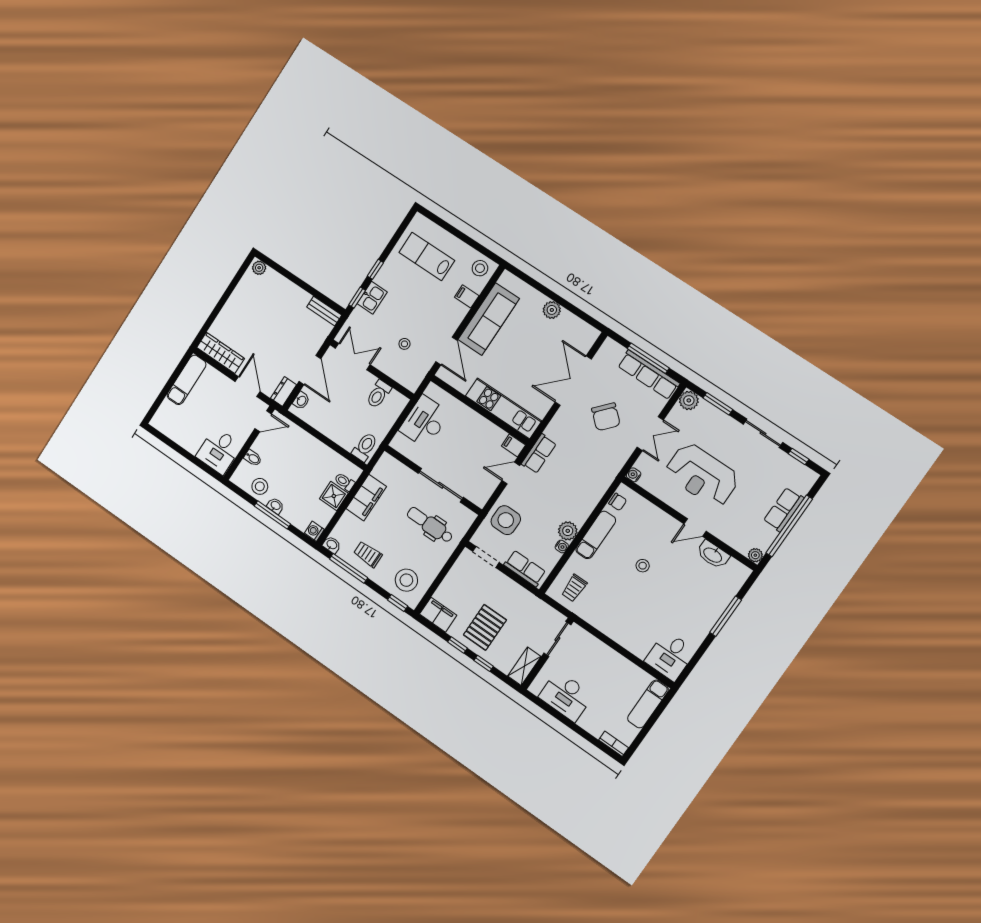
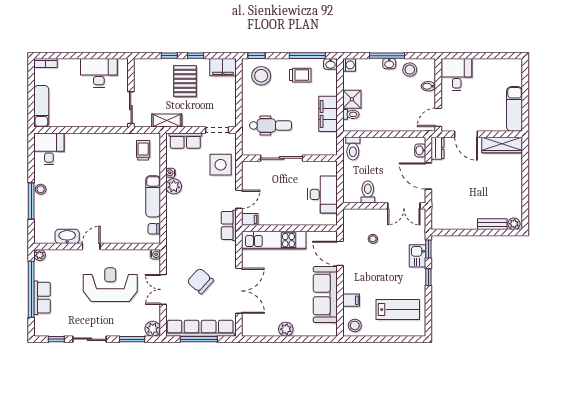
bench: (324, 311) -> (492, 224), moved
row of seats: (649, 375) -> (200, 328), width x1.36
stool: (643, 566) -> (41, 189), moved
shelving: (524, 666) -> (167, 121), moved, turned 90

